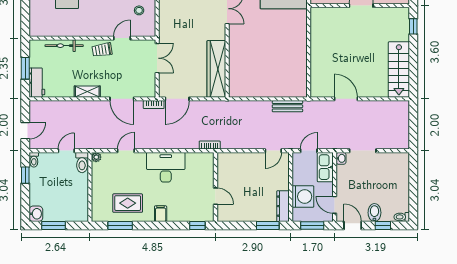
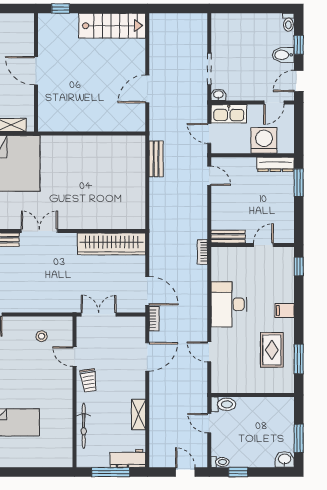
window: (25, 68) -> (111, 472), width x1.44
shelving: (87, 92) -> (139, 414), moved
plant: (96, 157) -> (217, 387), removed
bench: (222, 167) -> (228, 237), added
window: (312, 226) -> (299, 129), removed

